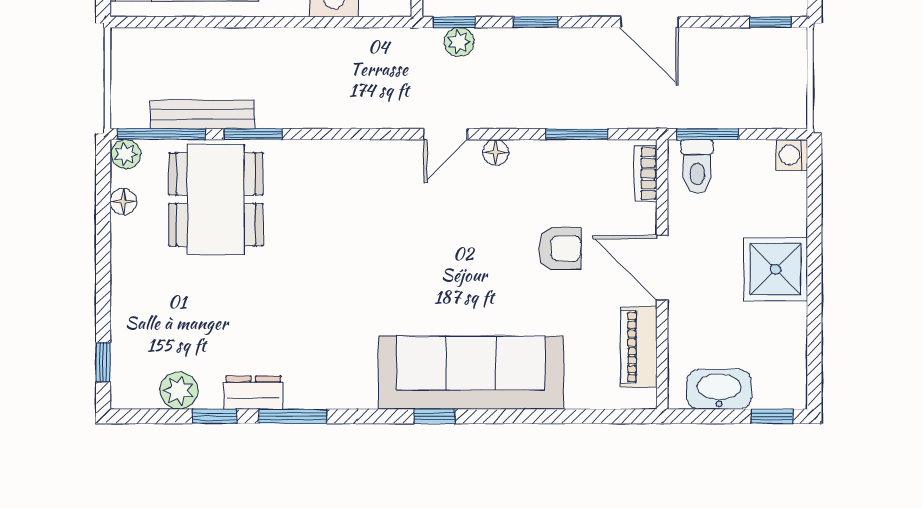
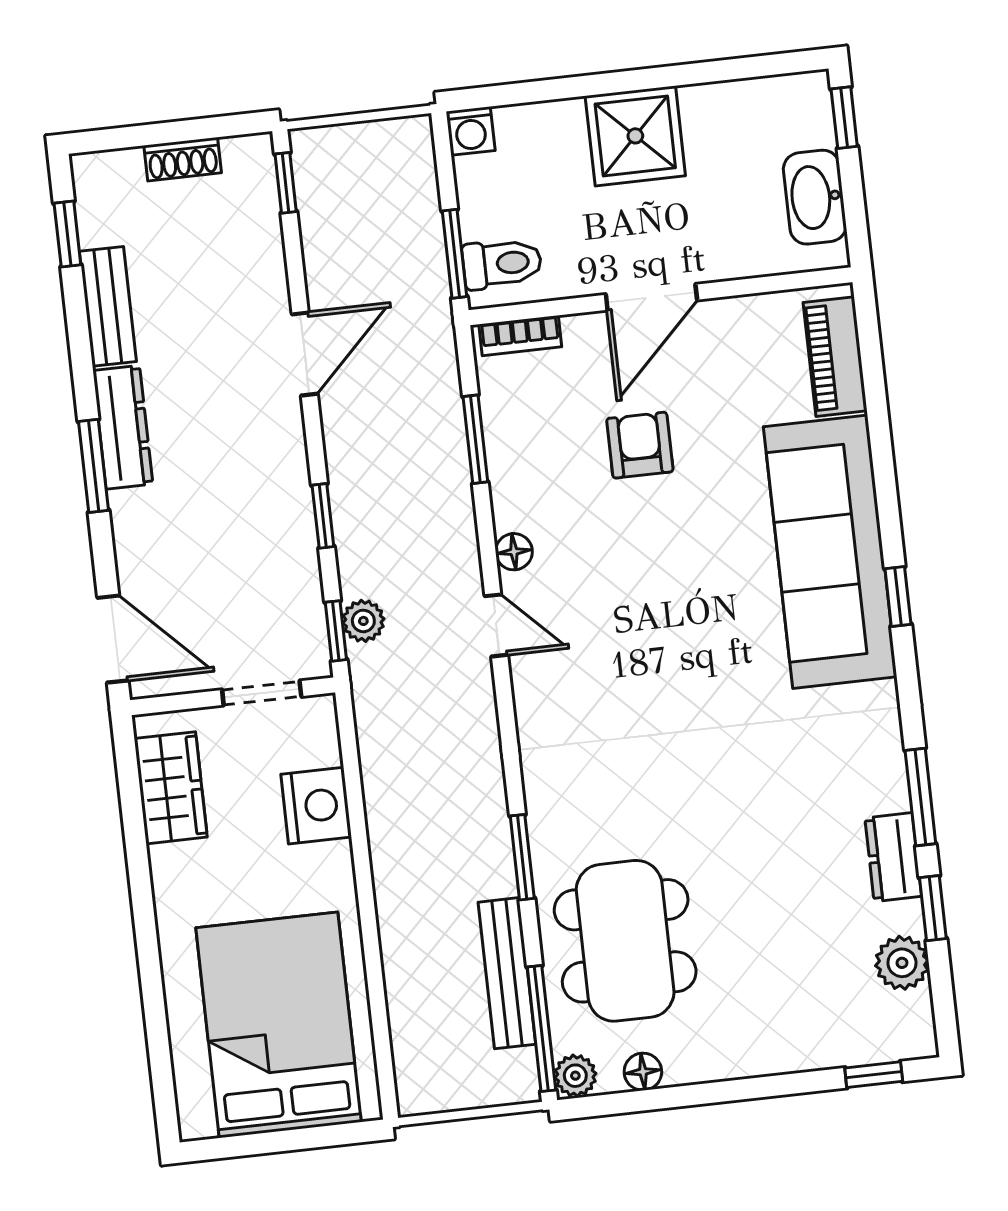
window: (253, 134) -> (522, 857), moved
dining table: (216, 199) -> (625, 941), turned 90
piano: (639, 347) -> (835, 357), moved, turned 90

